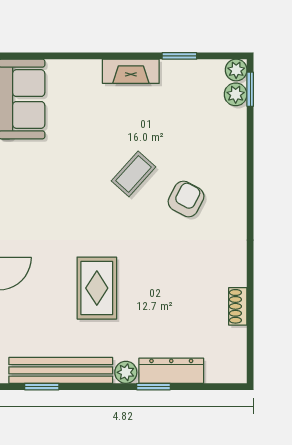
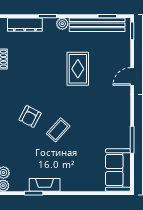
fireplace: (131, 71) -> (45, 185), moved
dresser: (171, 371) -> (25, 25), moved

